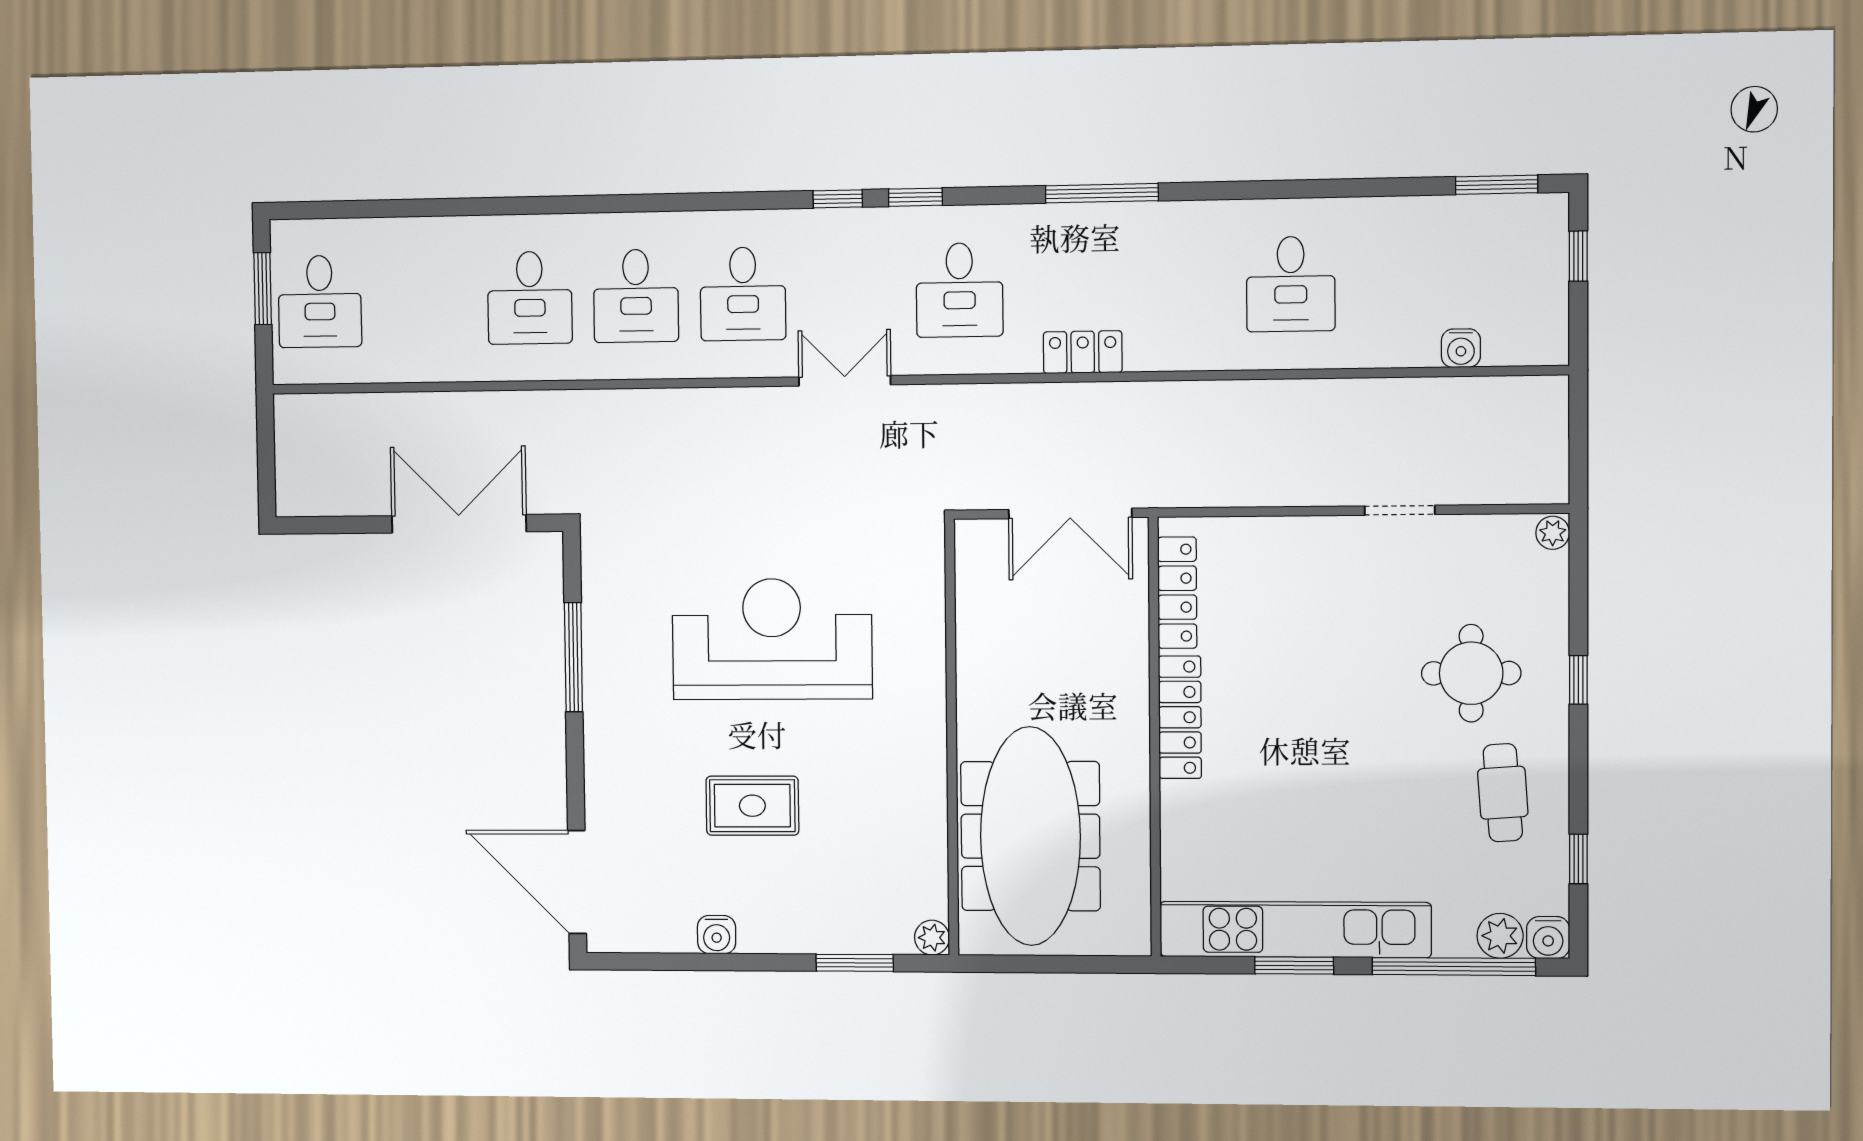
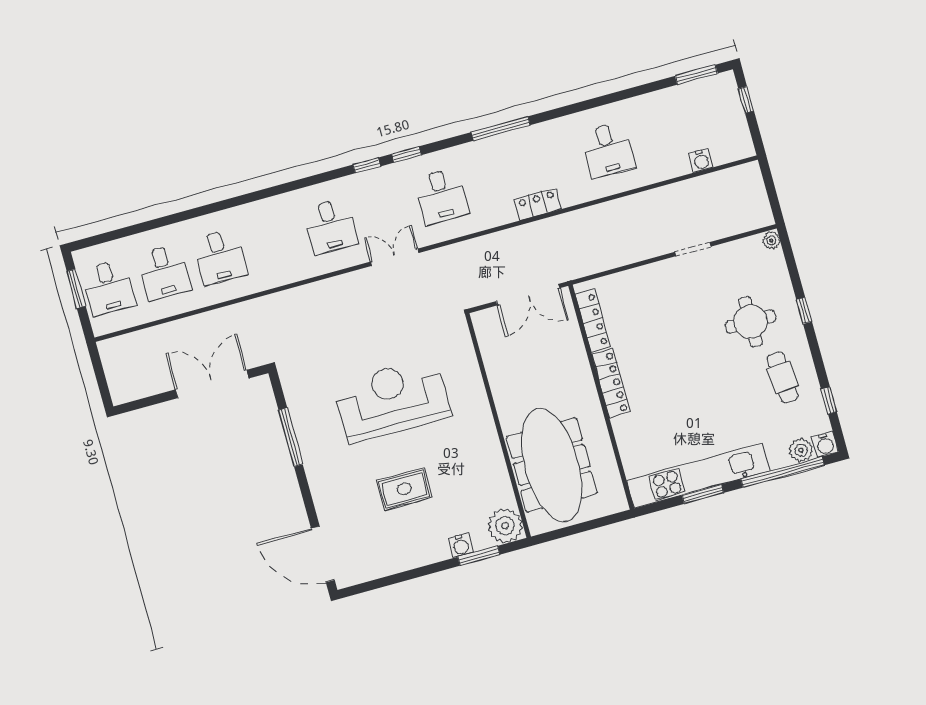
desk: (636, 296) -> (164, 272), moved
locker: (1083, 352) -> (538, 204), moved
water cooler: (717, 935) -> (461, 545), moved
plant: (932, 938) -> (505, 526), width x1.87, depth x1.87

